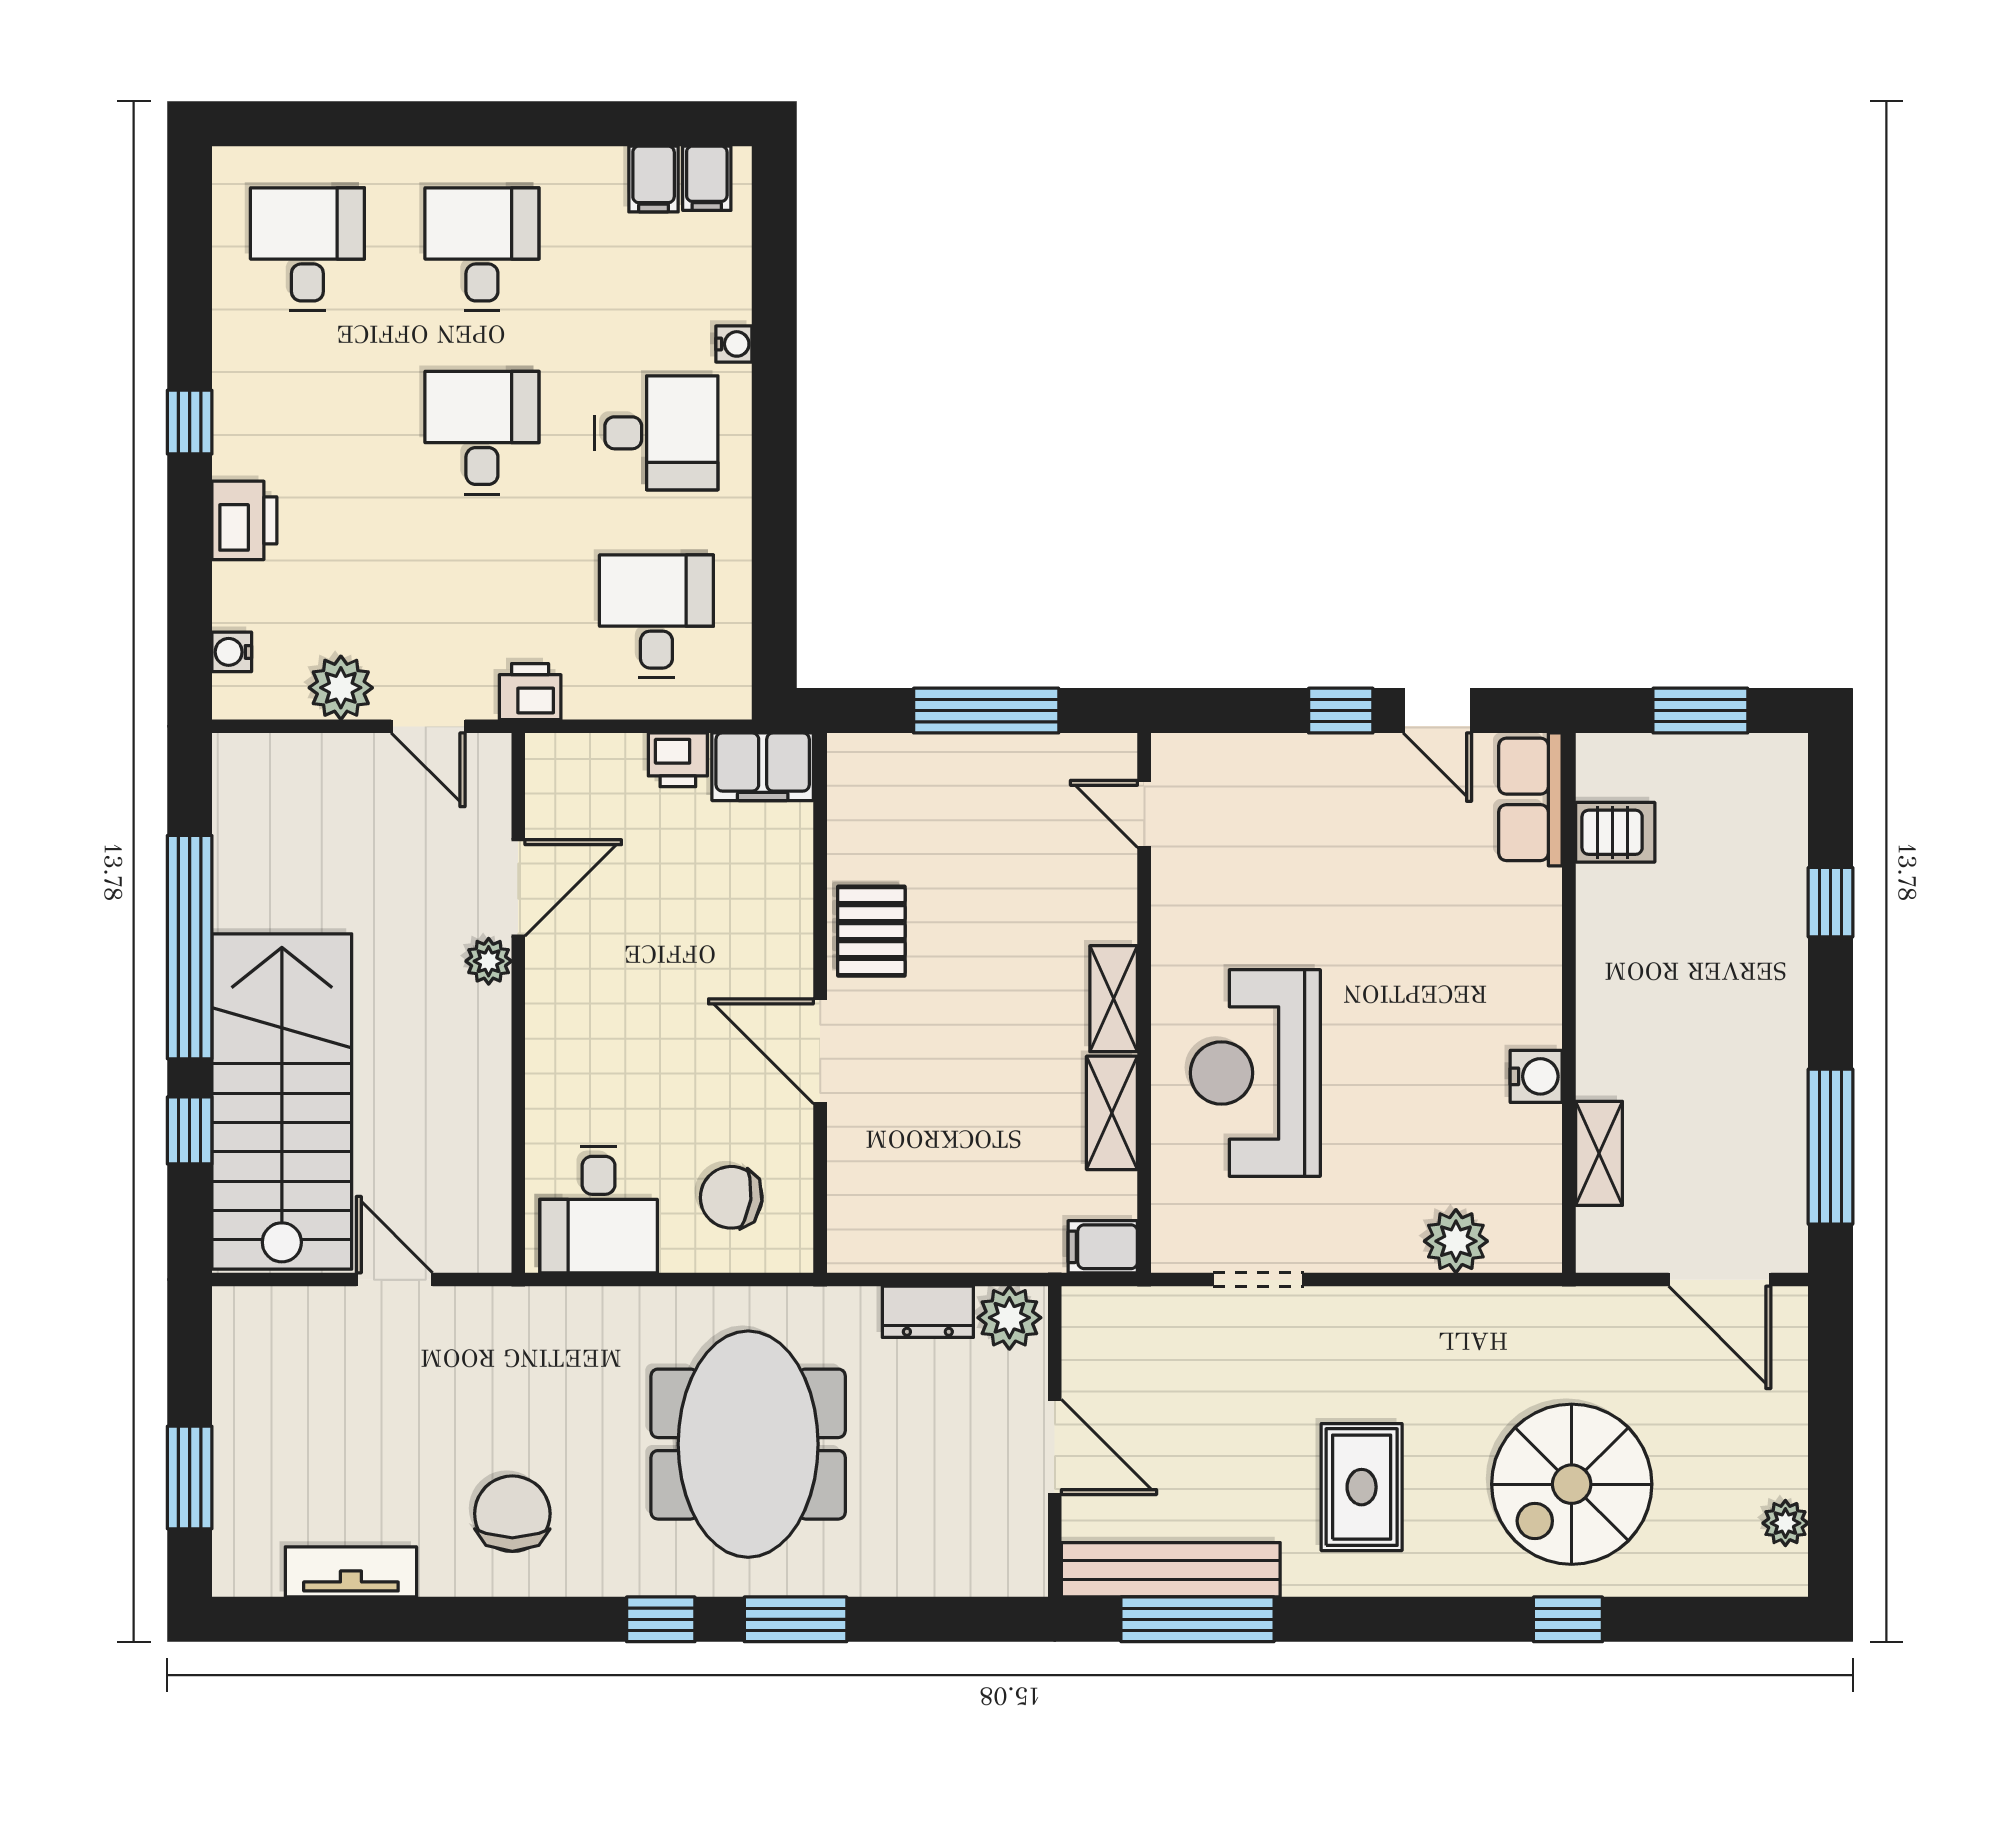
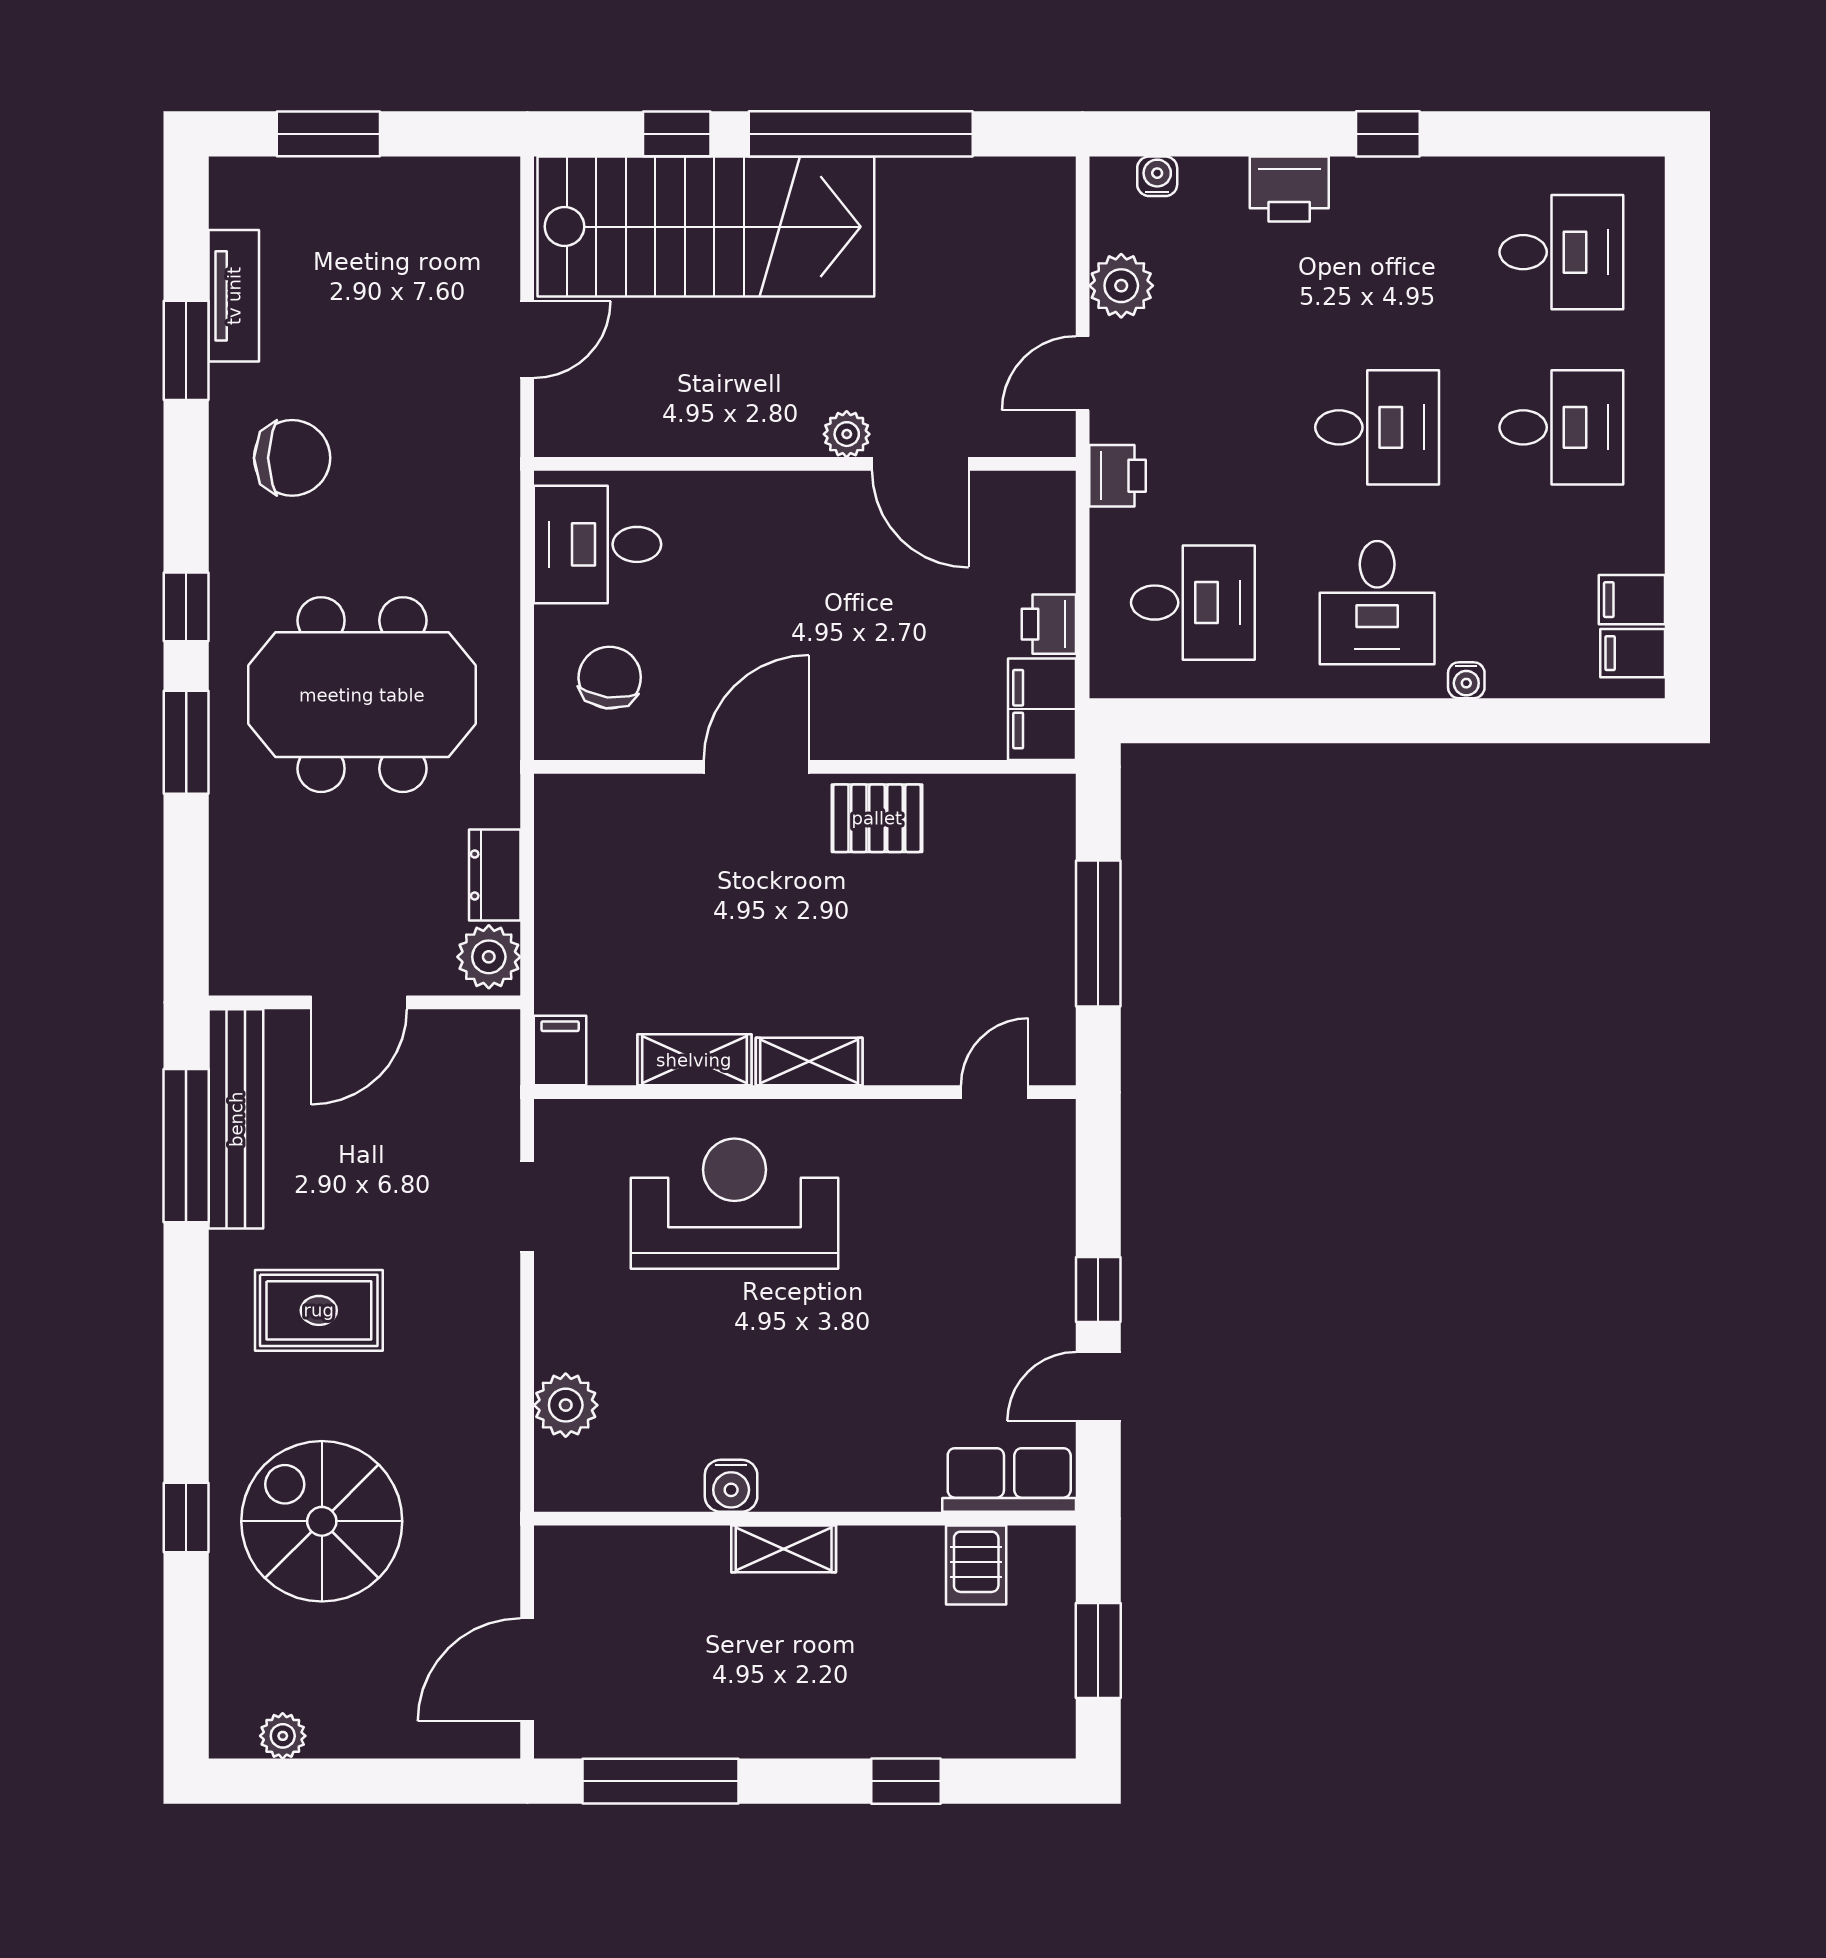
shelving: (1599, 1153) -> (784, 1549), moved
window: (405, 1619) -> (186, 350), added

